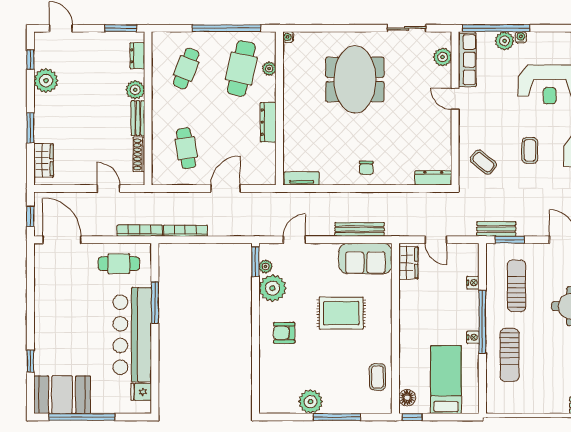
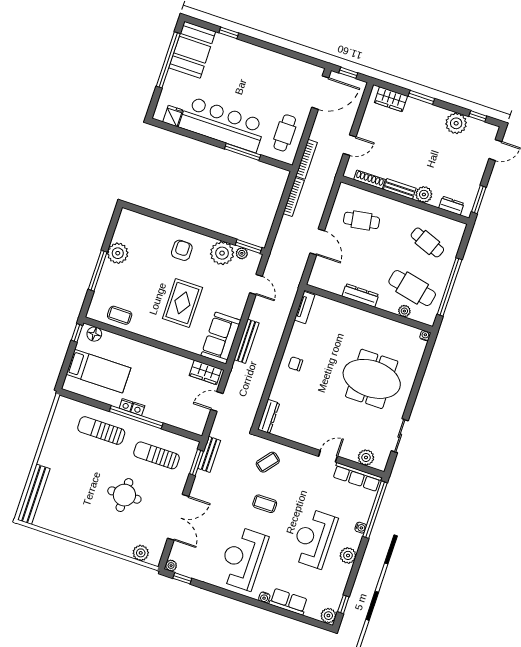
plant: (504, 41) -> (348, 555), moved
nightstand: (473, 283) -> (138, 409), moved
sun lounger: (517, 286) -> (157, 455), turned 180

